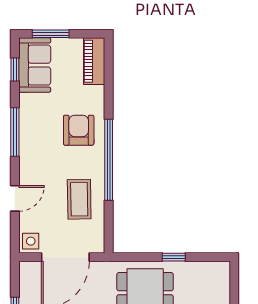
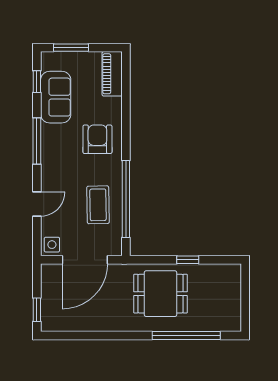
sofa: (35, 65) -> (56, 97), moved
window: (109, 160) -> (126, 199), moved

